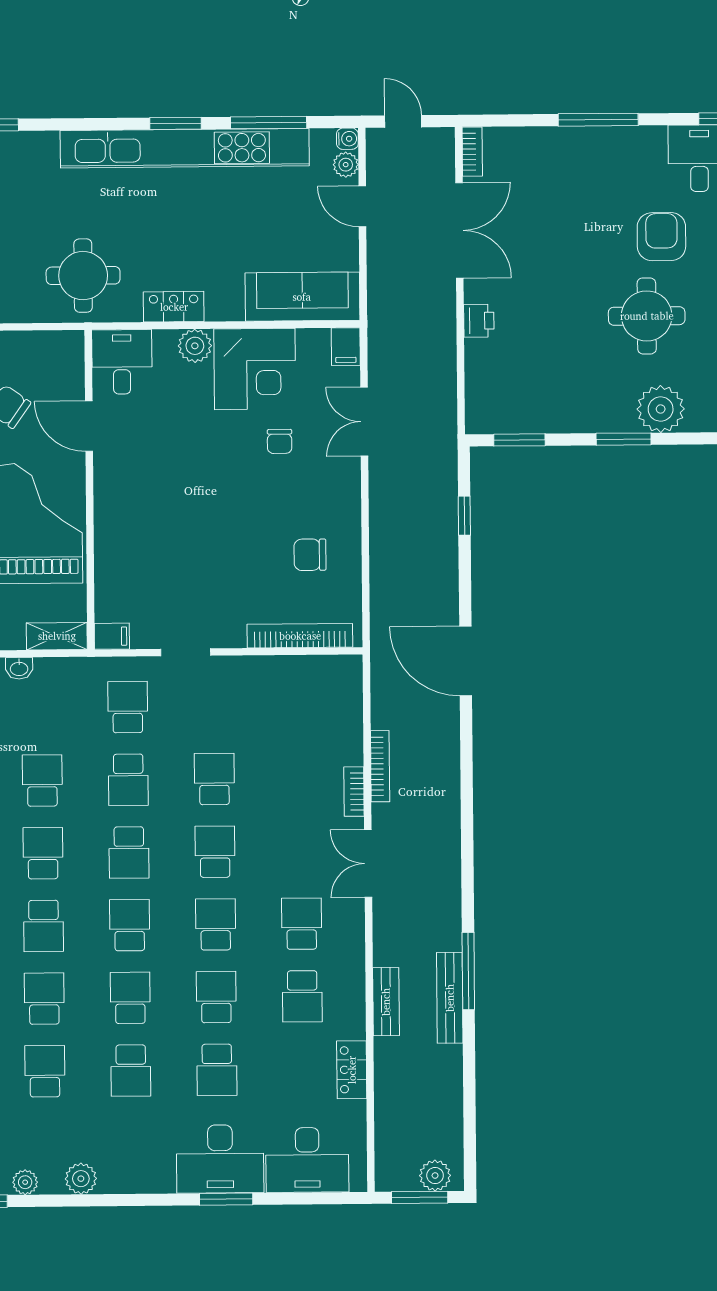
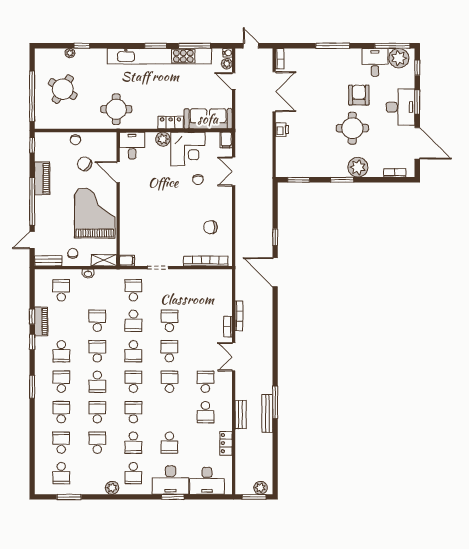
locker: (174, 307) -> (171, 123), moved
window: (464, 516) -> (275, 237), moved
school desk: (216, 997) -> (133, 473), moved, turned 180
plant: (25, 1182) -> (89, 489), removed

